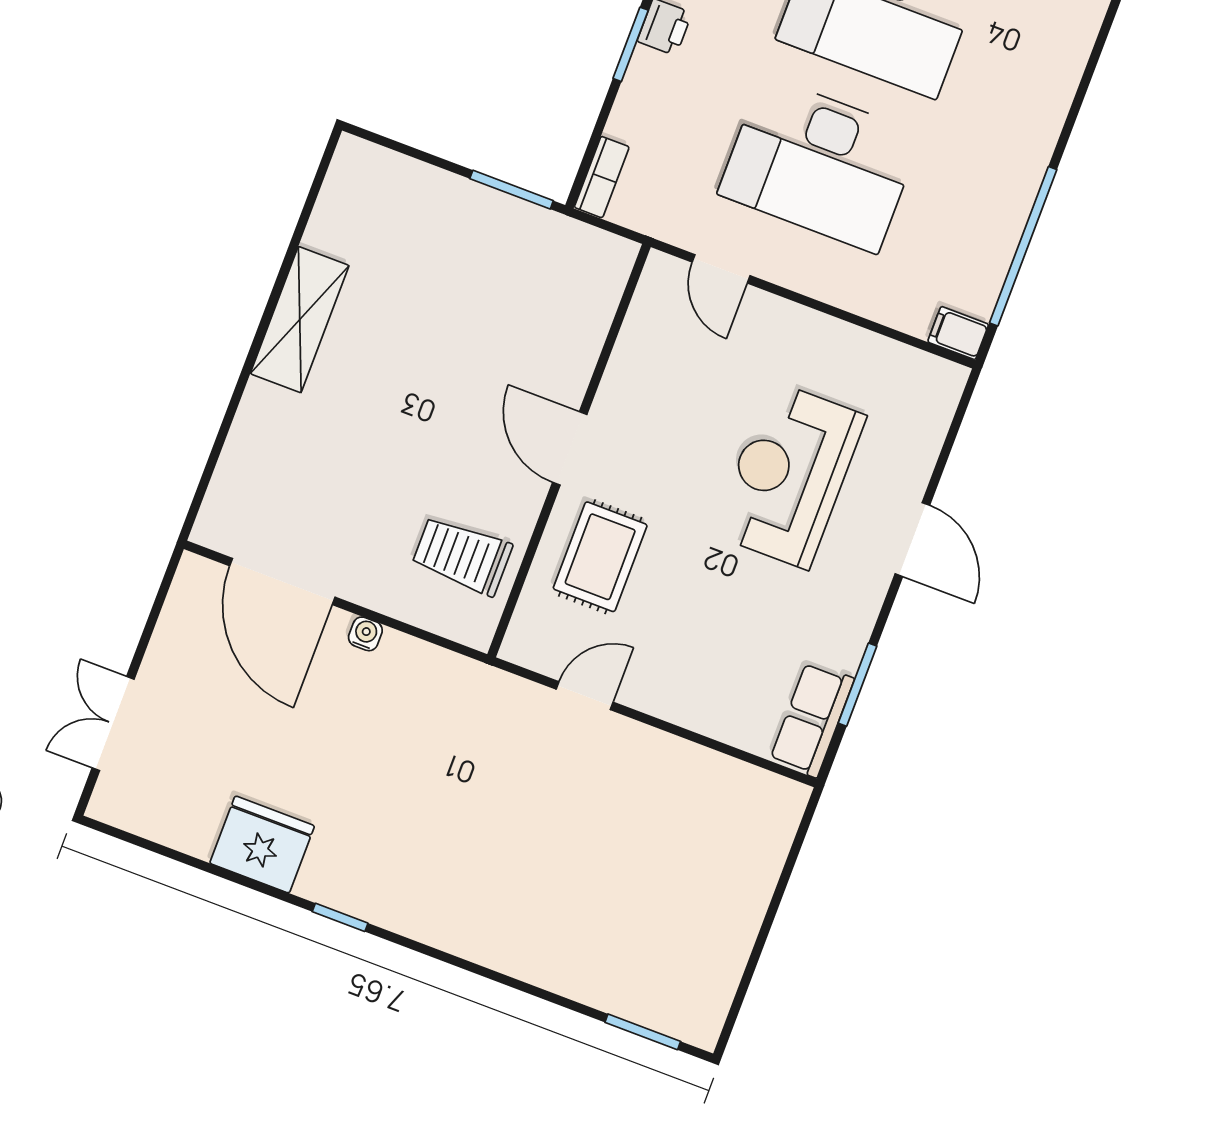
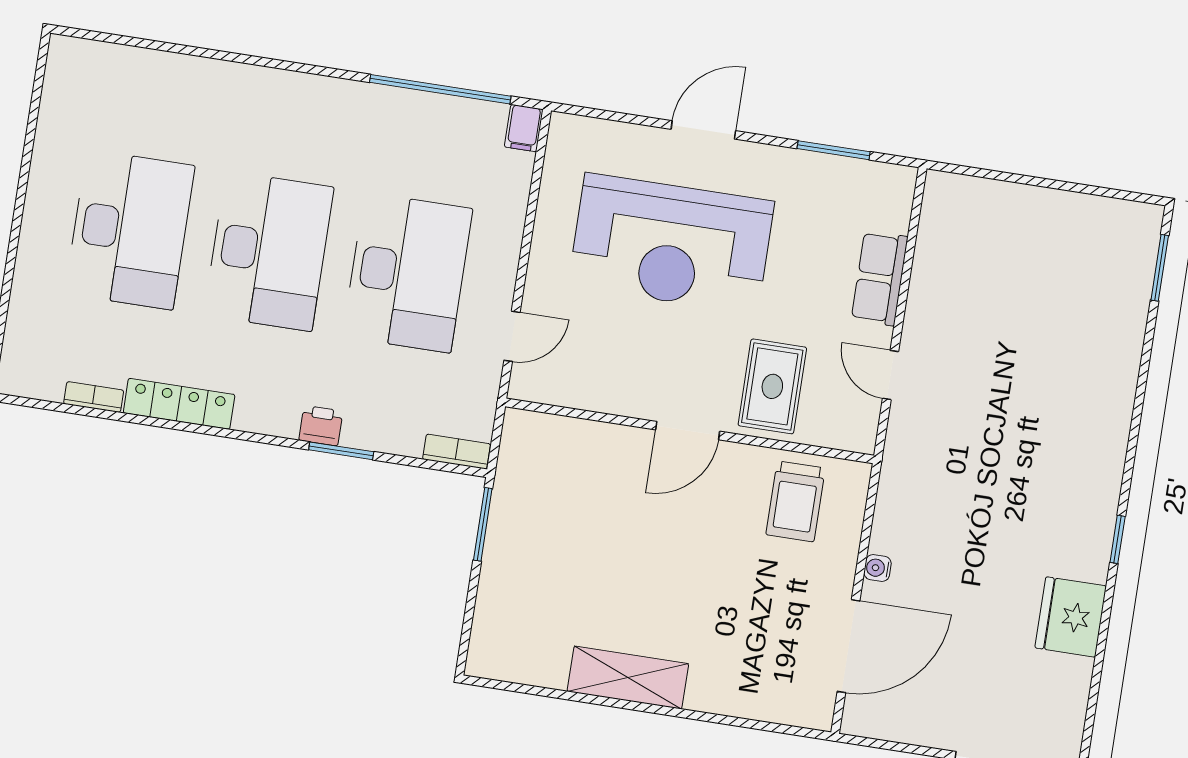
reception desk: (789, 475) -> (671, 244), width x1.36, depth x1.30
rug: (600, 557) -> (772, 386), turned 90
row of seats: (812, 719) -> (880, 278), moved, turned 90

